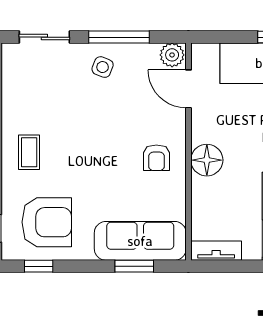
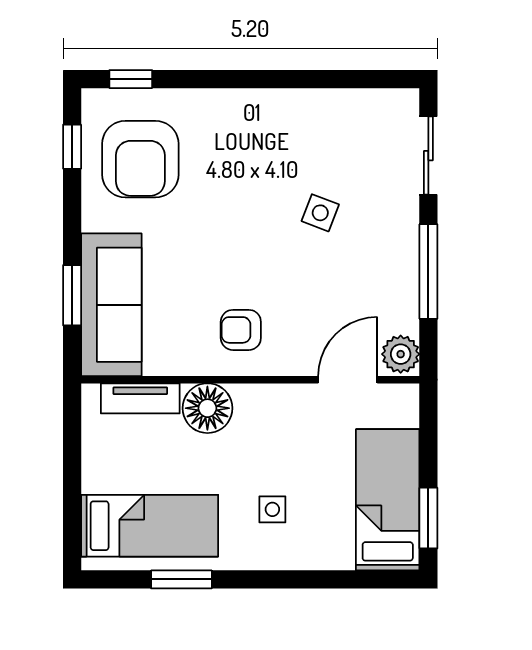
side table: (103, 67) -> (320, 213), moved
coffee table: (29, 152) -> (249, 132), removed
floor lamp: (207, 160) -> (207, 408), moved
tv unit: (216, 251) -> (140, 398), moved, turned 90

